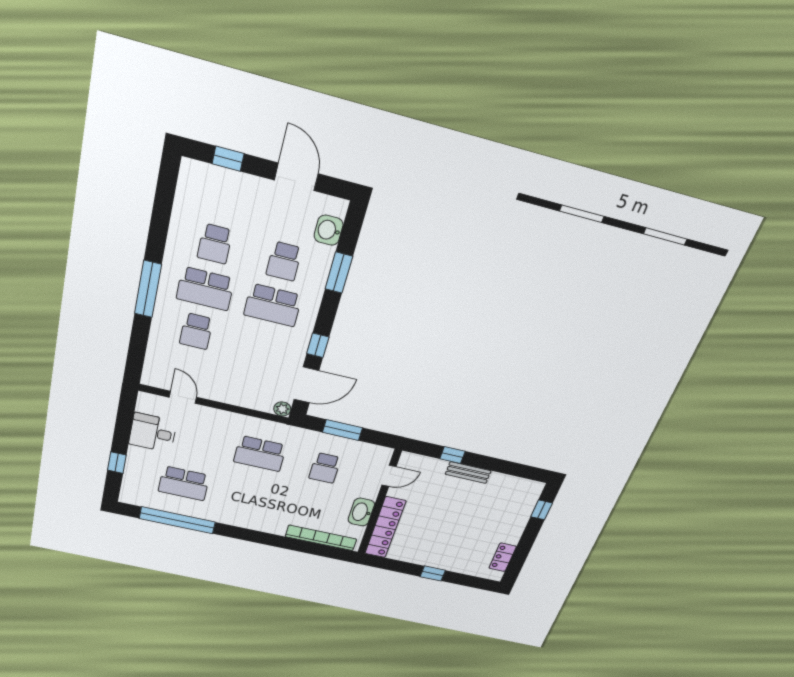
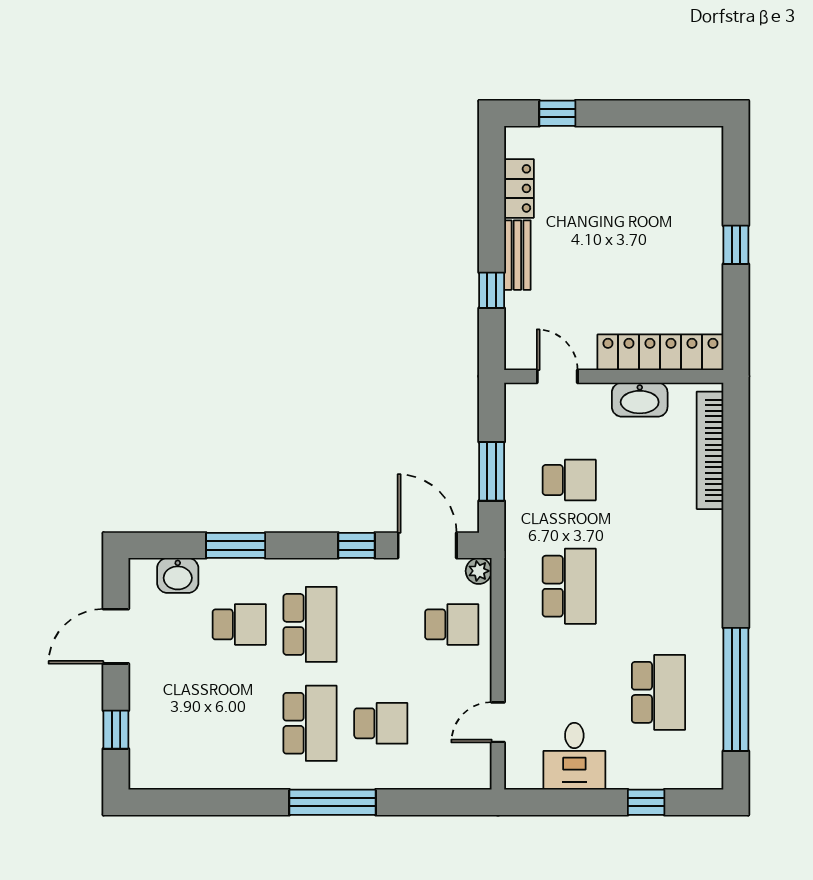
school desk: (215, 244) -> (452, 624), moved
locker: (503, 557) -> (519, 188), moved, turned -90

